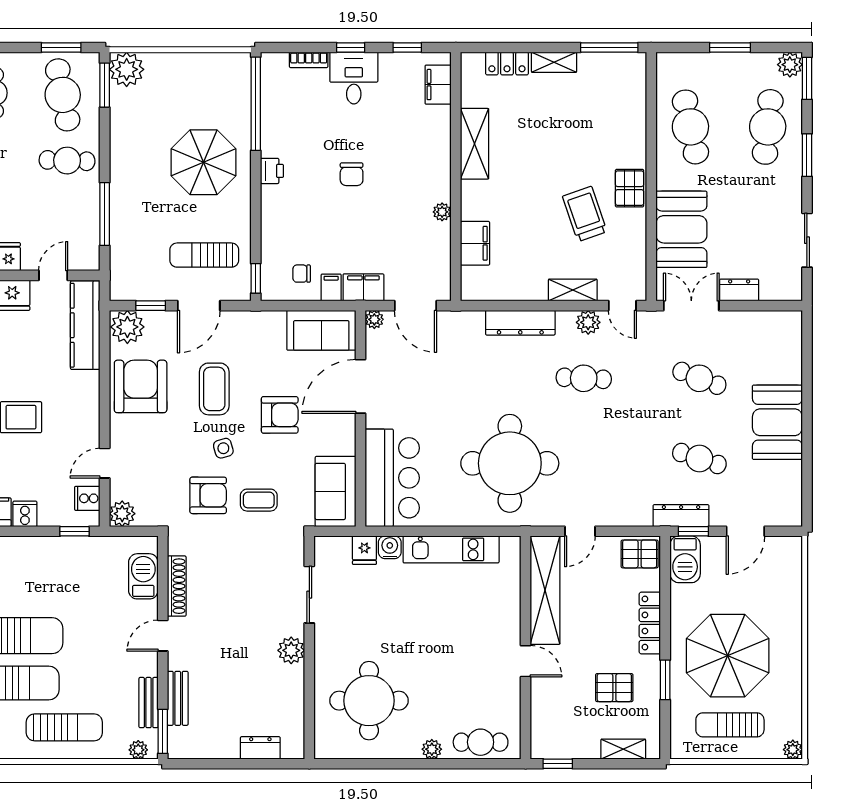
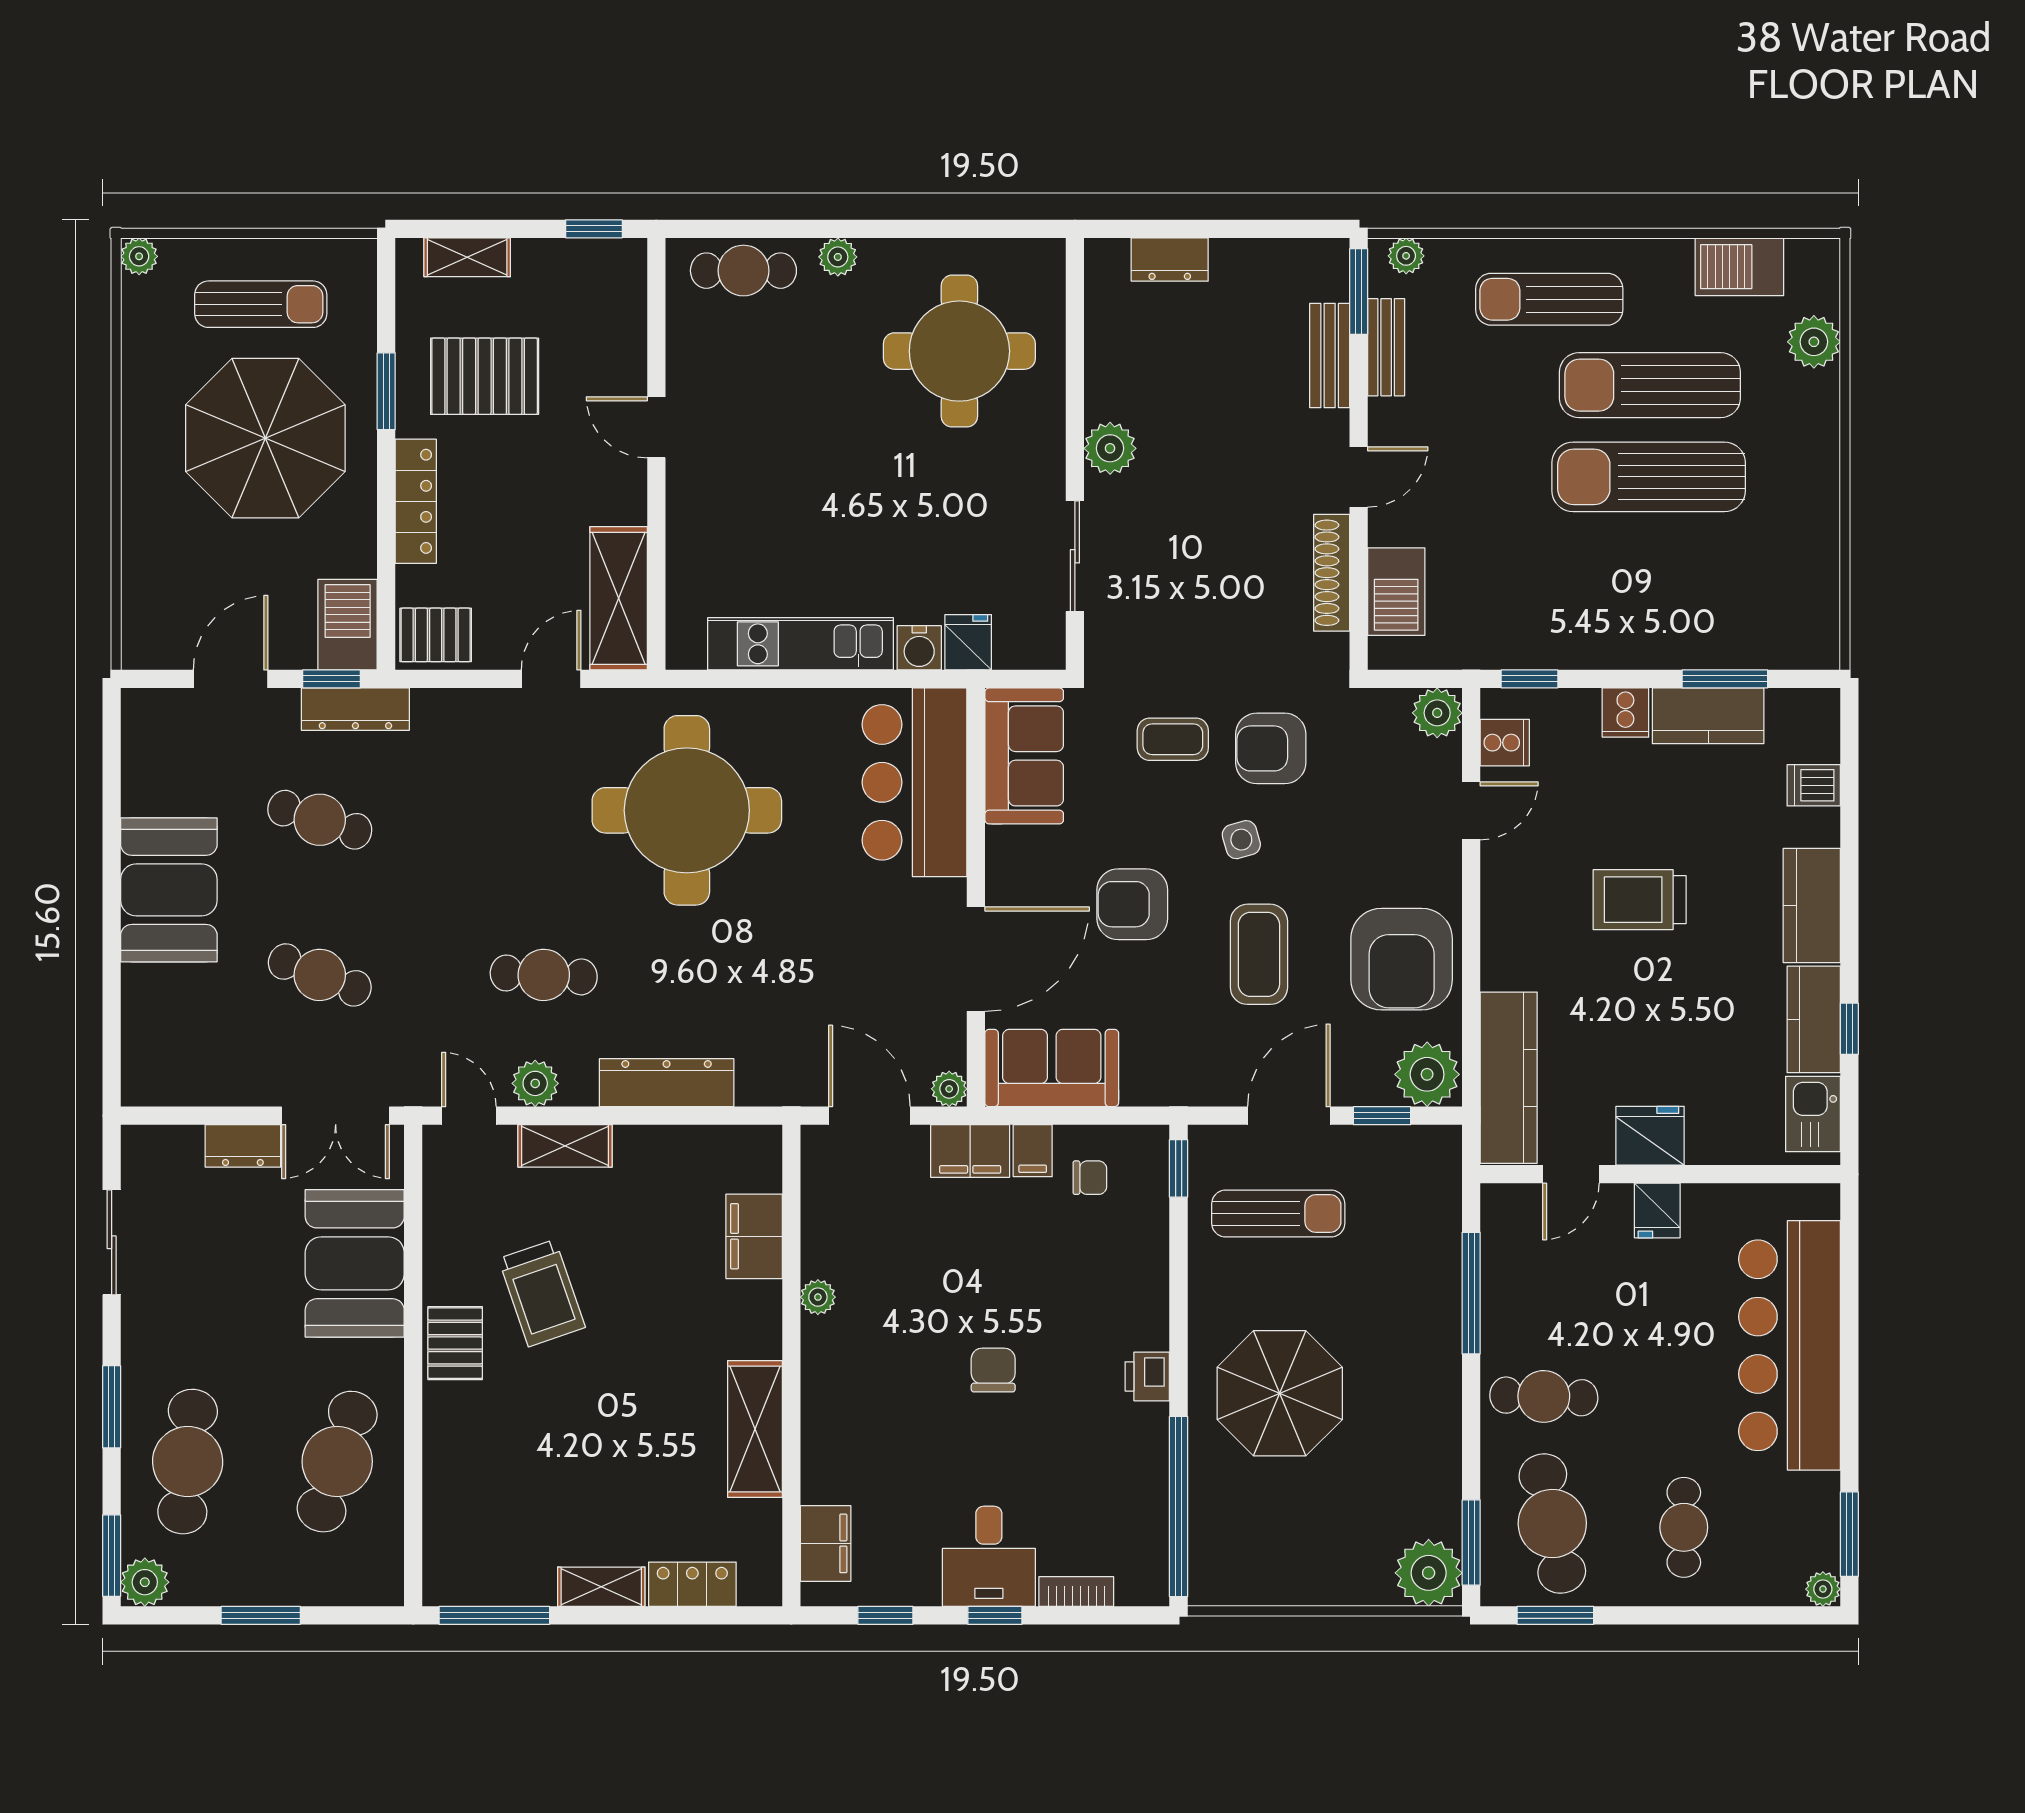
cafe table: (690, 127) -> (337, 1462), turned 30
shelving: (545, 590) -> (619, 598), width x0.68
pallet: (614, 688) -> (485, 376), width x1.50, depth x1.42

